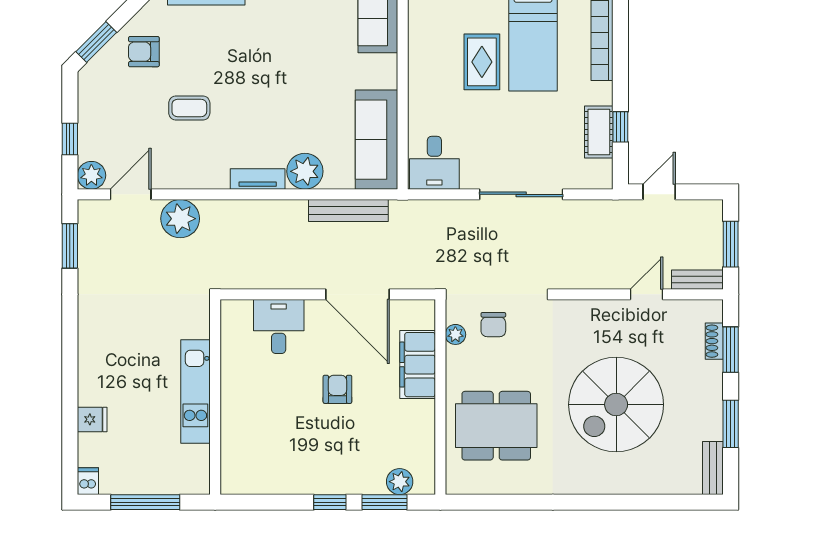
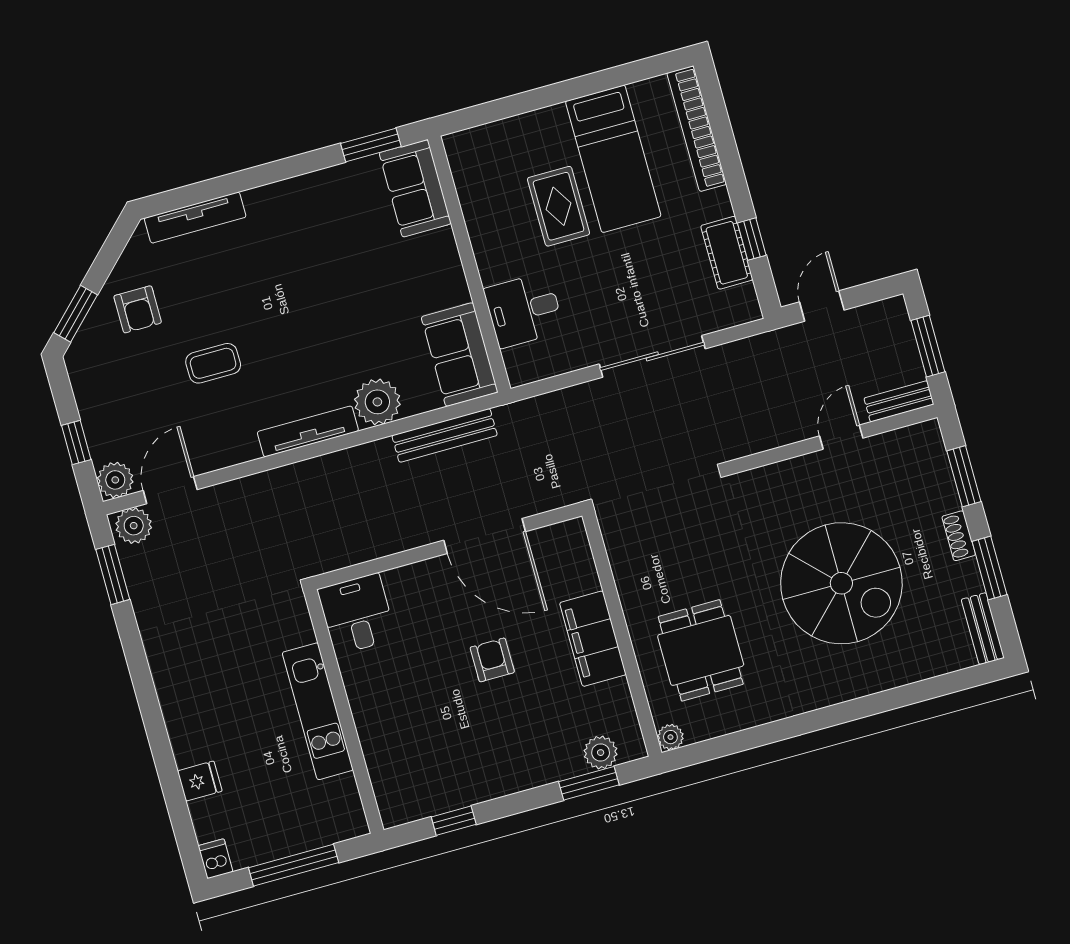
armchair: (144, 52) -> (138, 309), turned -90
sofa: (377, 140) -> (460, 355), width x0.73
desk: (434, 163) -> (524, 310), moved, turned 90
tv unit: (258, 179) -> (308, 431), width x1.41
plant: (180, 219) -> (134, 526), moved, width x0.73, depth x0.73
chair: (493, 325) -> (663, 527), removed
desk: (279, 327) -> (357, 614), moved
plant: (455, 334) -> (670, 737), moved
shoe rack: (714, 341) -> (959, 536), moved
filing cabinet: (418, 365) -> (593, 639), moved
spiral stairs: (616, 405) -> (841, 583), turned -90
dining table: (496, 426) -> (701, 650), width x0.73
window: (330, 502) -> (454, 821), moved

